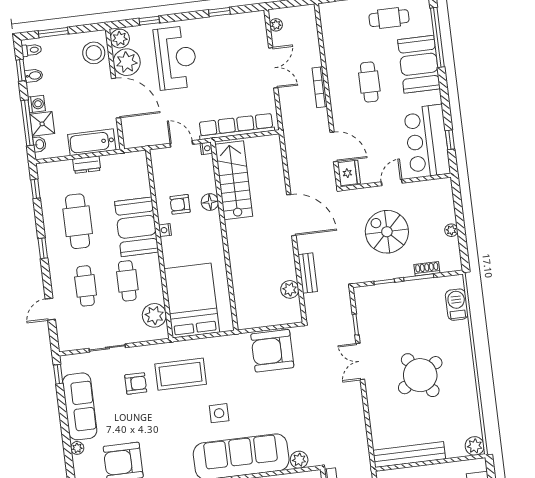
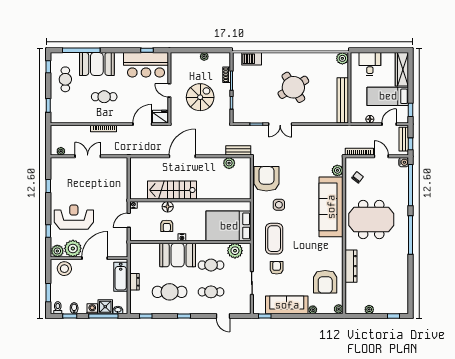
row of seats: (236, 126) -> (122, 184), removed
stairs: (234, 180) -> (172, 190), moved
spiral stairs: (387, 232) -> (200, 97), turned 180
bench: (308, 273) -> (238, 150), moved
armchair: (272, 351) -> (266, 179), turned 180
side table: (219, 413) -> (279, 205), moved

